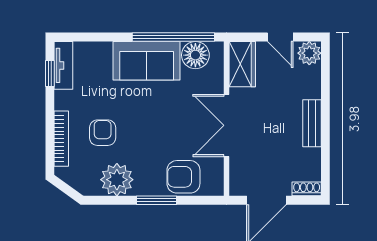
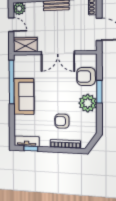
door: (280, 37) -> (11, 25), hinge flipped
floor lamp: (195, 55) -> (21, 70), removed
armchair: (183, 177) -> (86, 76), turned 90
plant: (117, 180) -> (88, 103), moved

